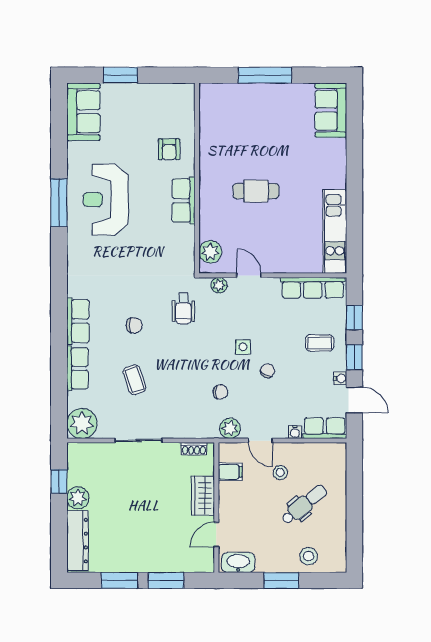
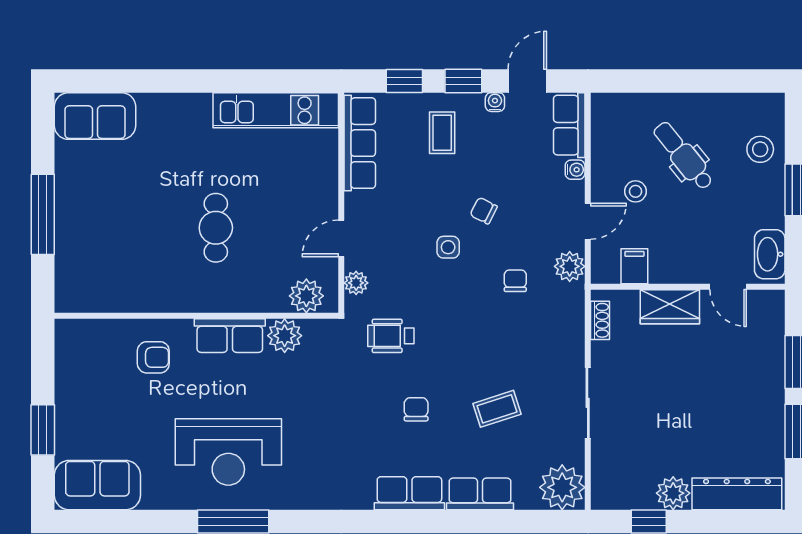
plant: (184, 237) -> (285, 336), added
wheelchair: (183, 309) -> (391, 336), turned 180

